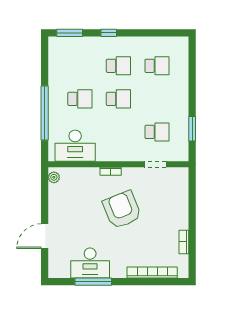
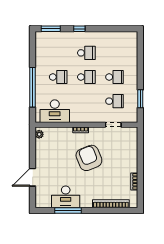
school desk: (157, 66) -> (115, 77), moved

